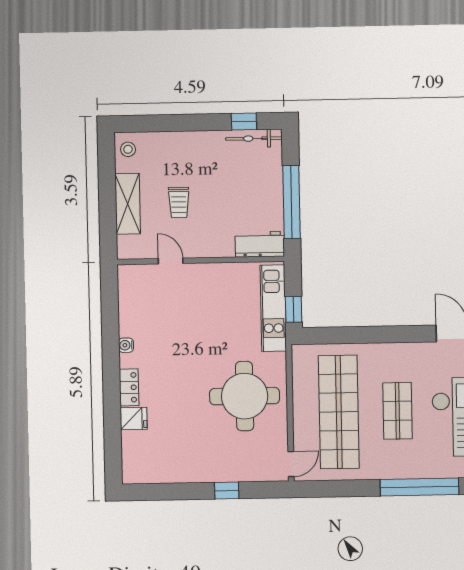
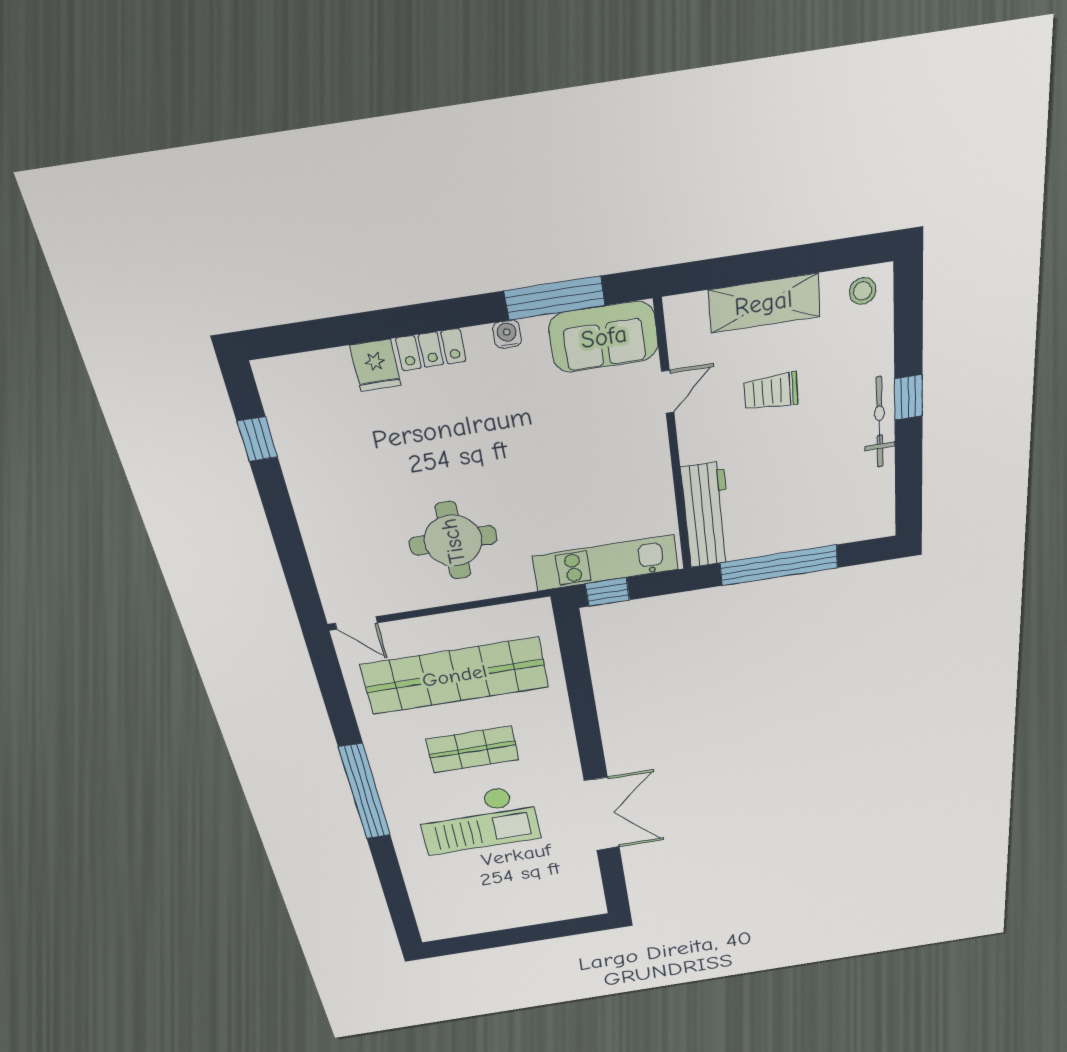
window: (244, 122) -> (908, 397), moved
bicycle: (254, 138) -> (880, 422), moved
workbench: (260, 244) -> (707, 515), width x1.38
sofa: (134, 293) -> (604, 337), added
window: (110, 317) -> (555, 298), added
round table: (245, 396) -> (453, 541), width x0.73, depth x0.73
window: (227, 491) -> (257, 439), moved

